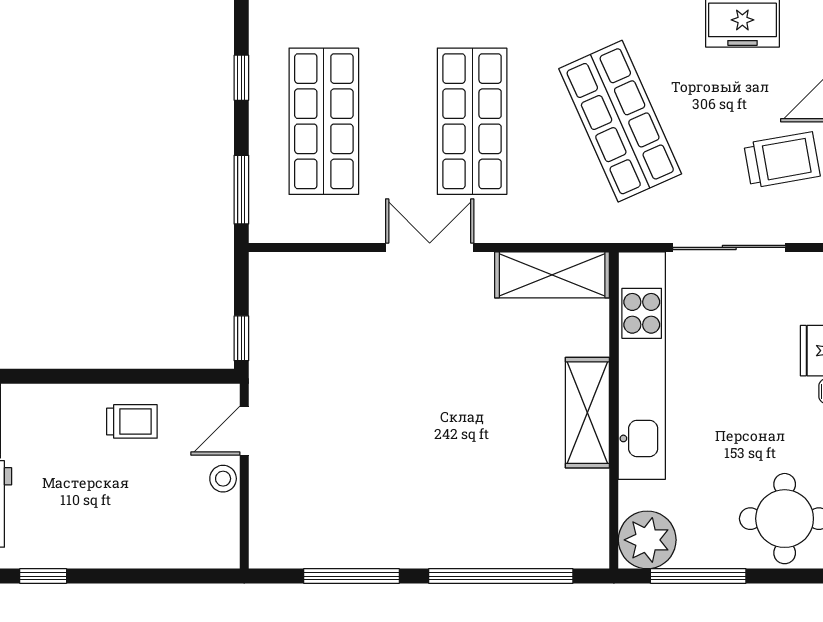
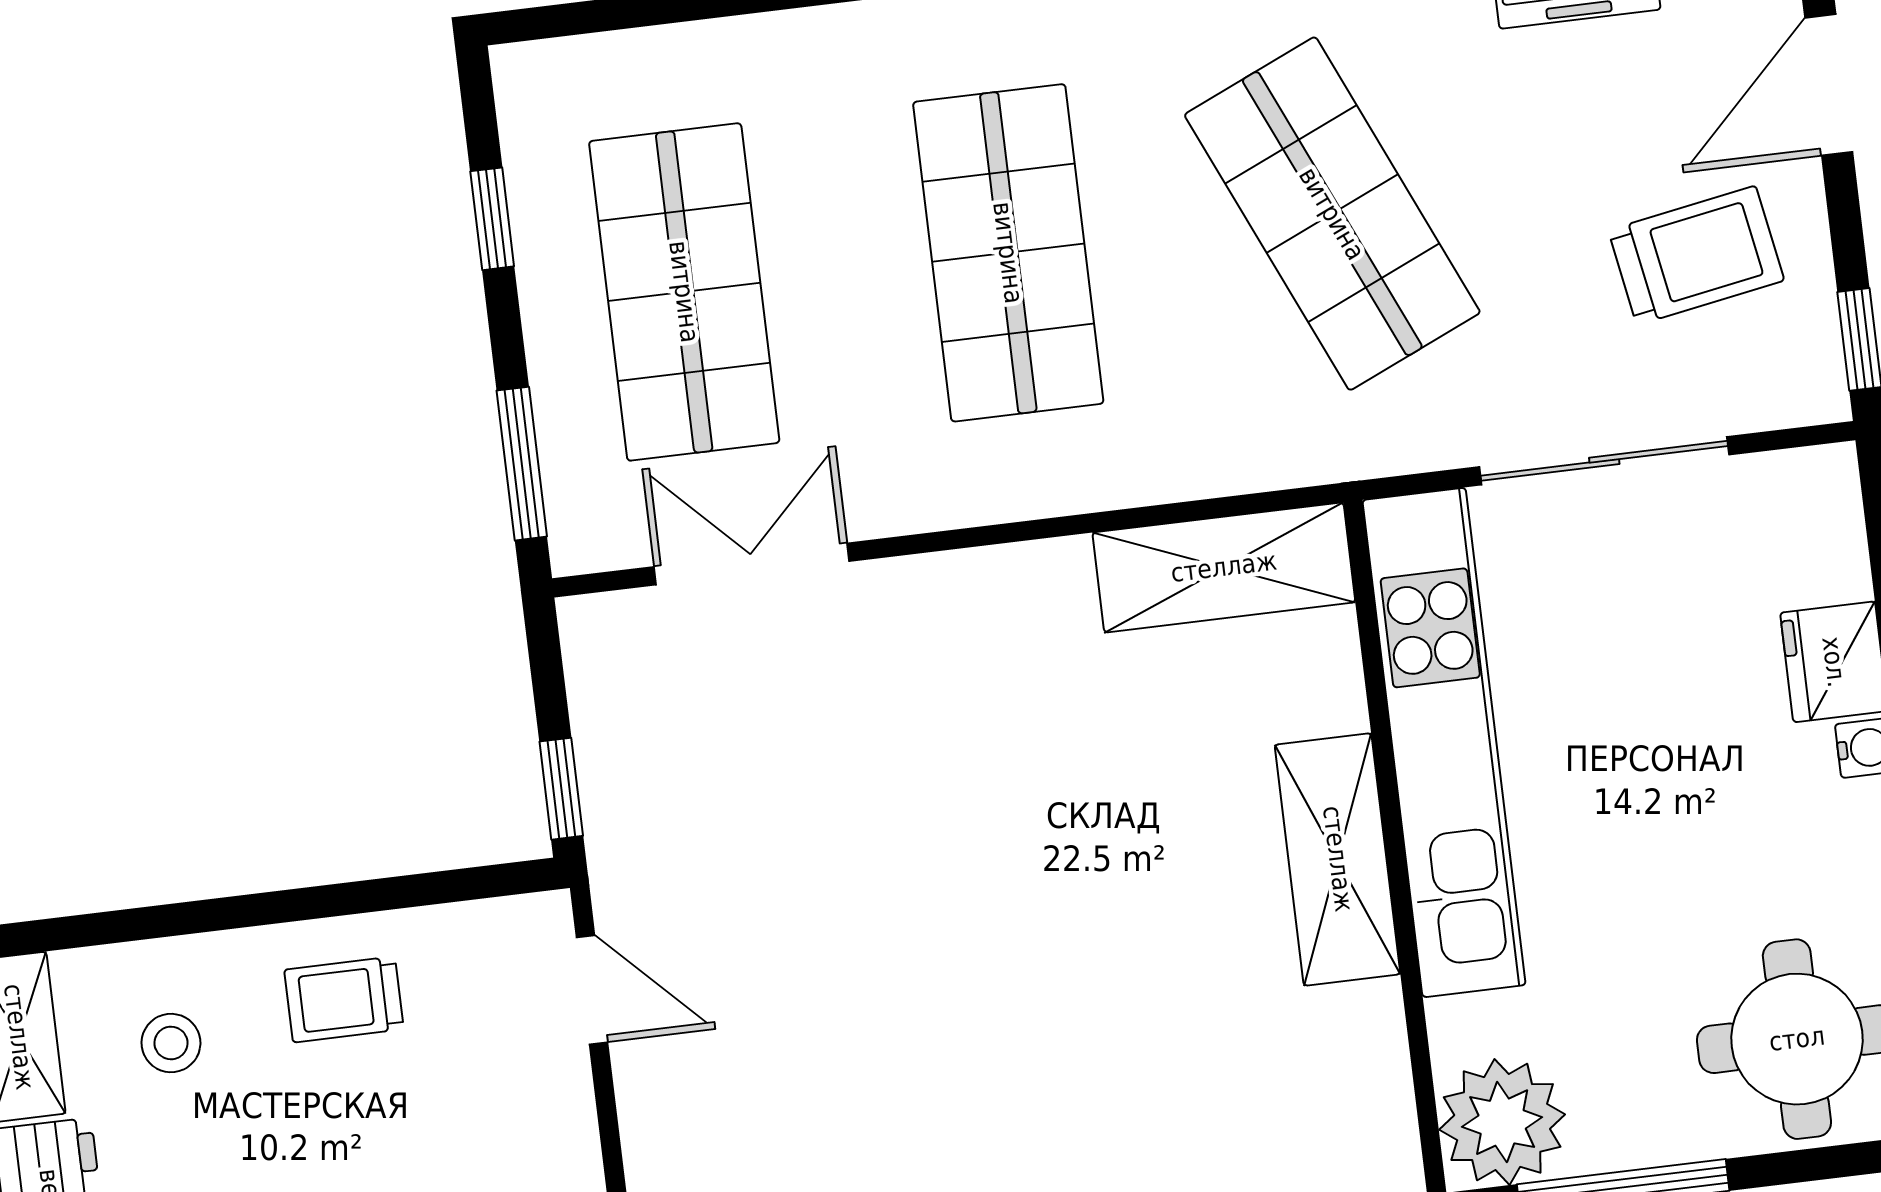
double door: (430, 247) -> (752, 564), moved
trolley: (132, 421) -> (344, 999), turned 180
door: (244, 431) -> (592, 990), swing flipped
stool: (223, 479) -> (171, 1043), moved

